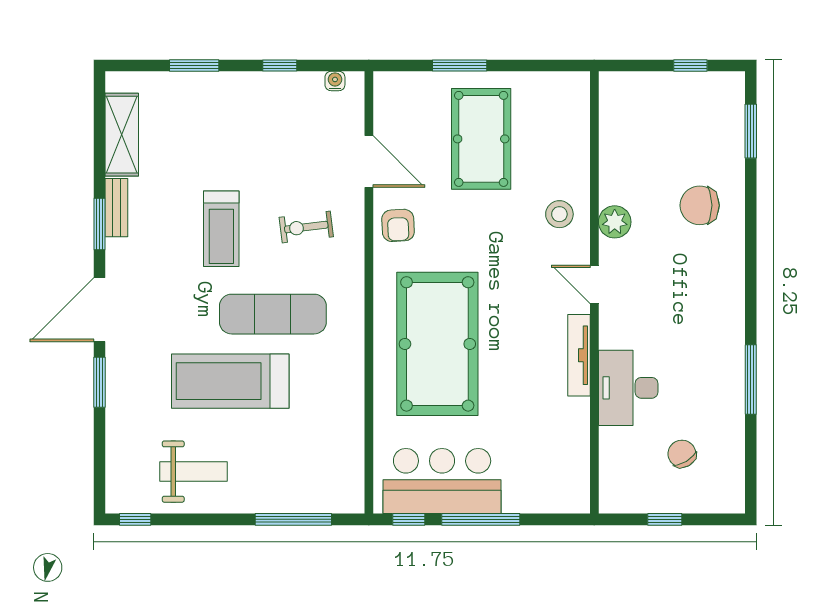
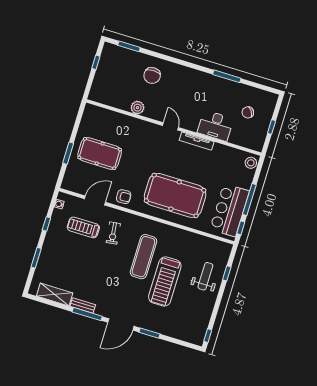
stool: (559, 214) -> (251, 163), moved
plant: (615, 222) -> (137, 108), moved
window: (100, 224) -> (87, 314), width x1.44
treadmill: (221, 229) -> (83, 227), moved, turned 180
door: (594, 284) -> (170, 126), swing flipped
door: (100, 310) -> (121, 324), hinge flipped
weight bench: (193, 472) -> (205, 276), moved
window: (293, 519) -> (227, 273), width x0.46

